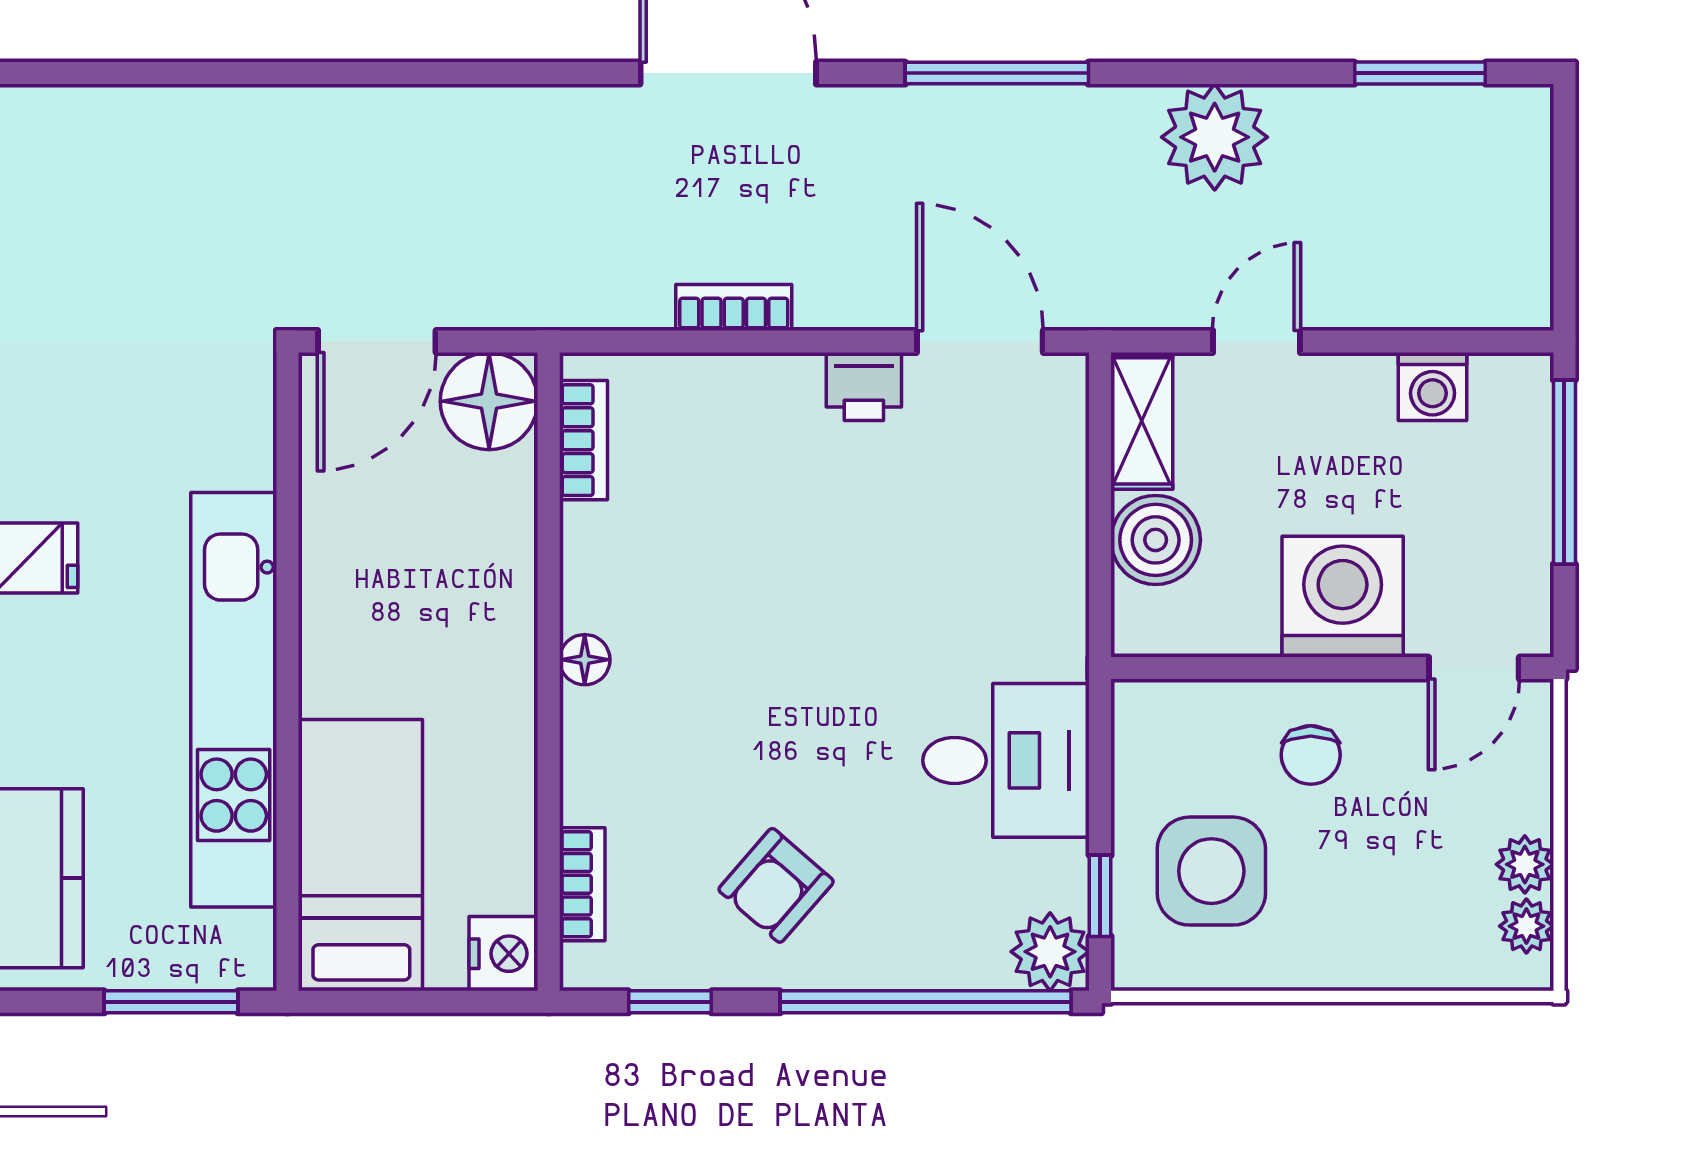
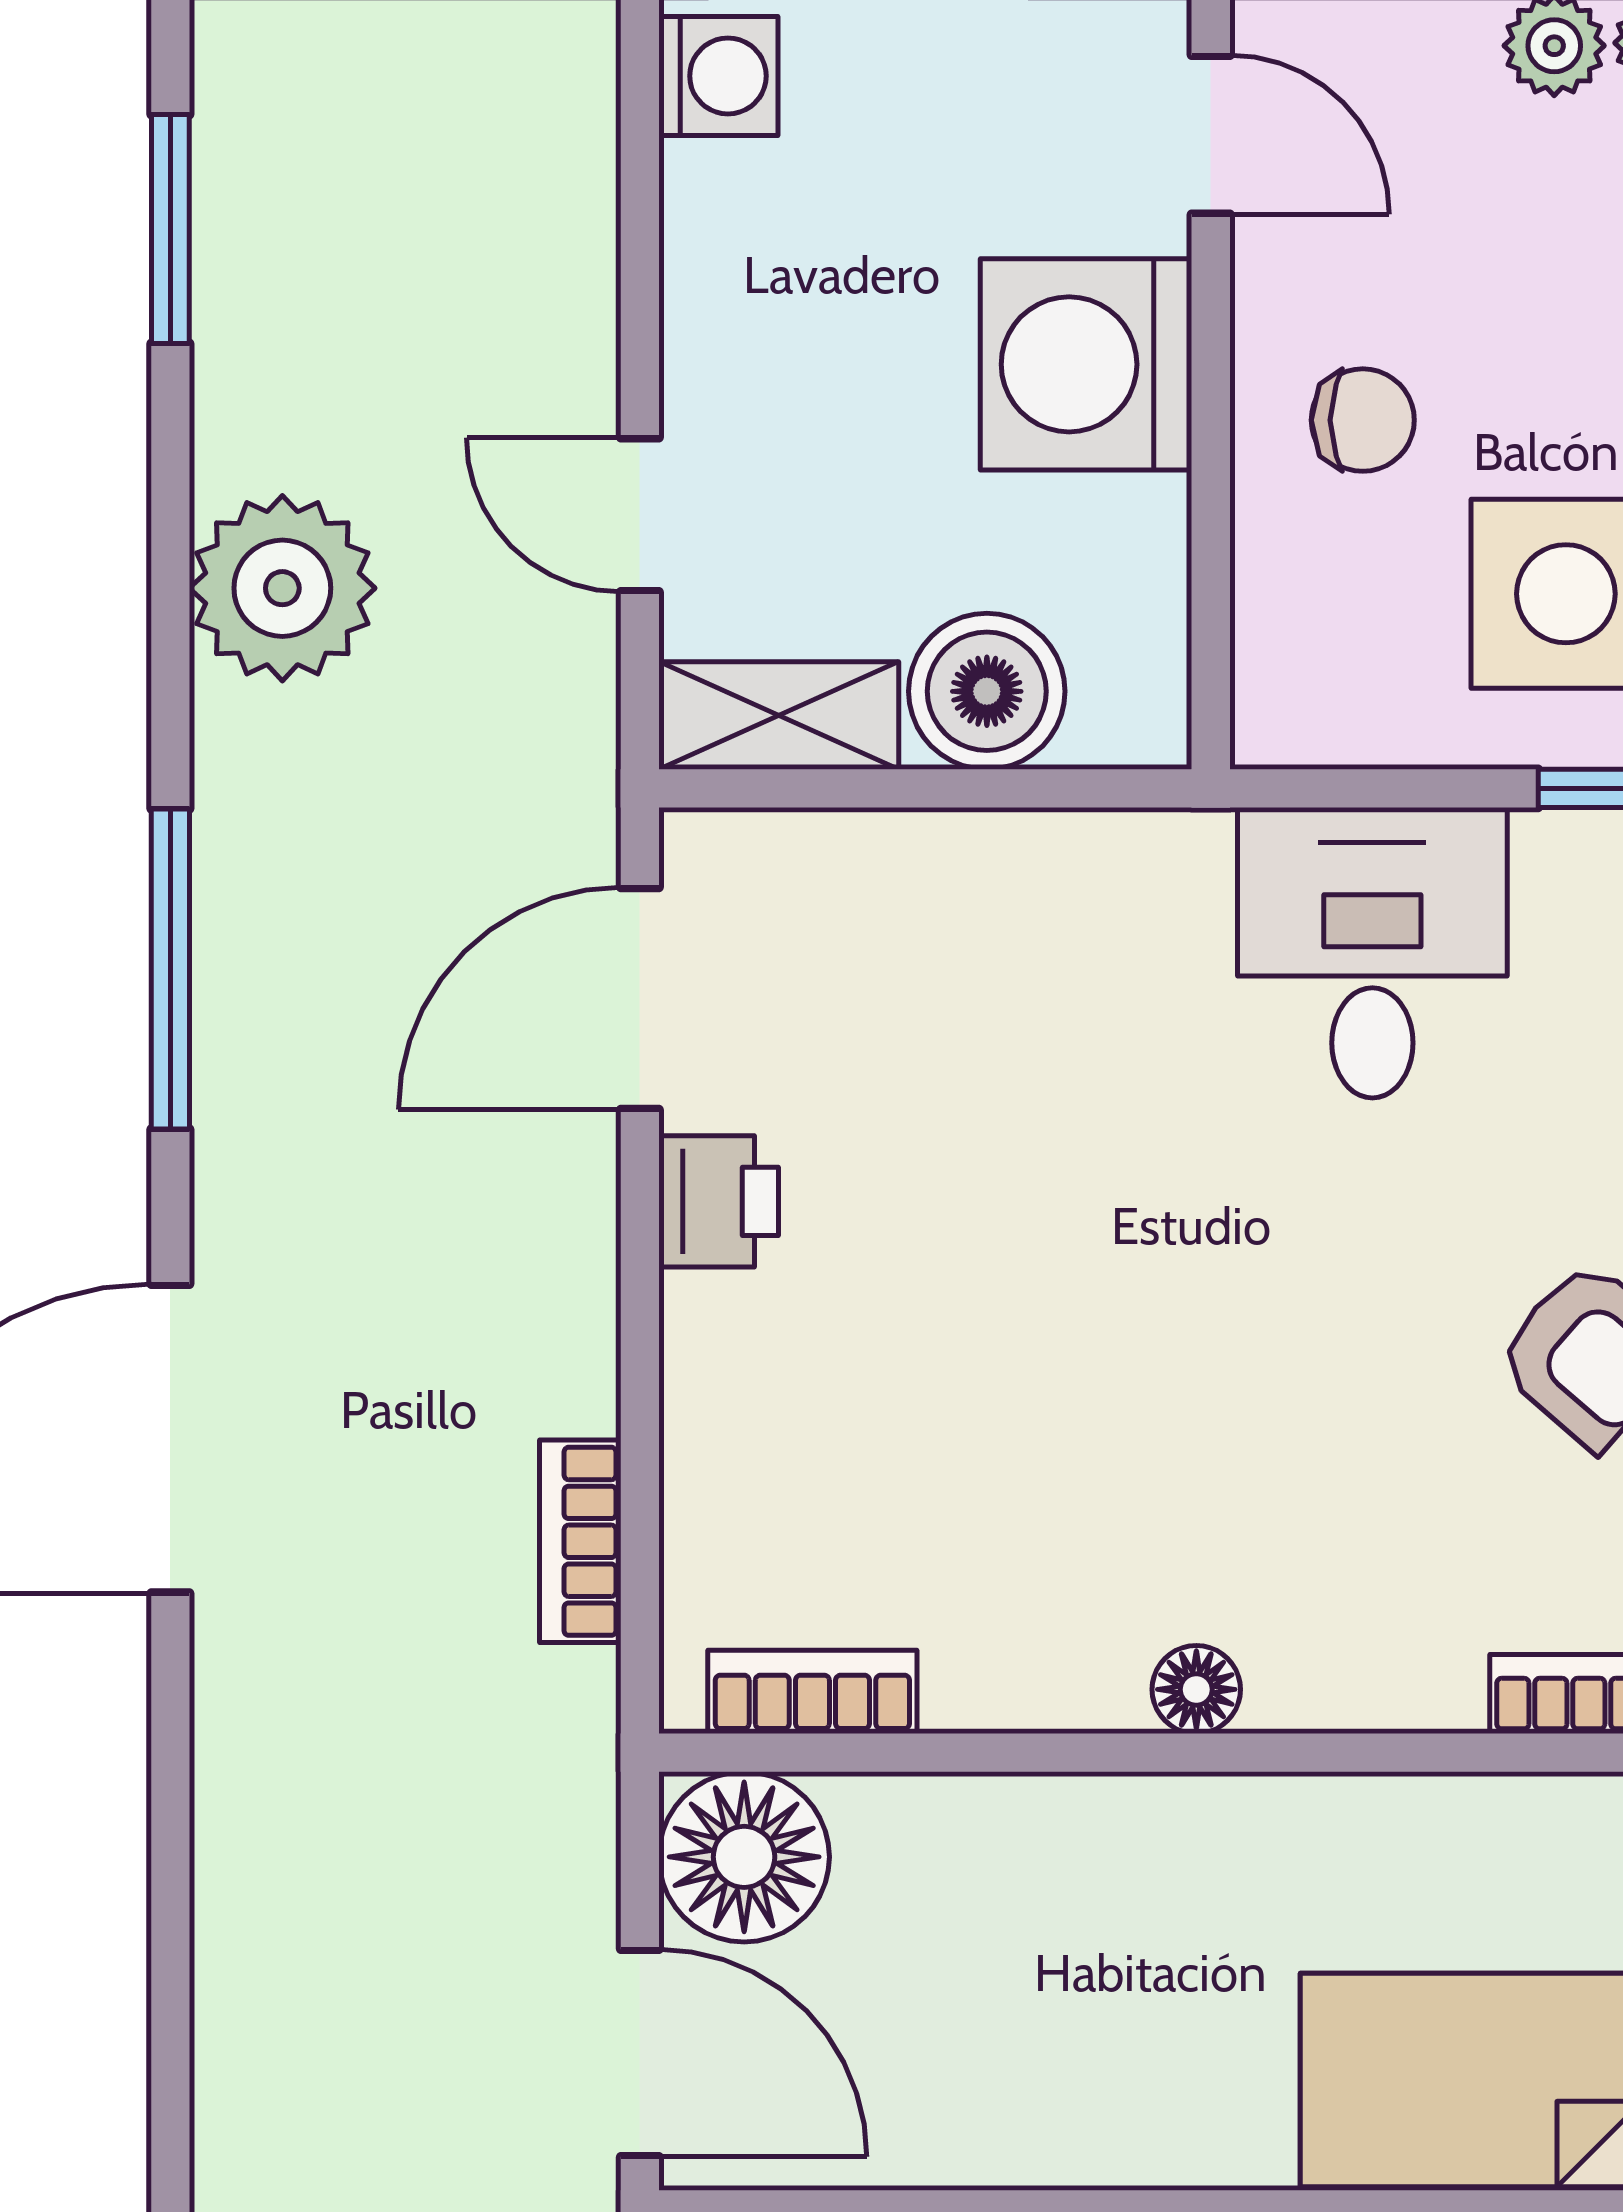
bookcase: (734, 307) -> (580, 1541), moved
washing machine: (1433, 386) -> (718, 76), moved

